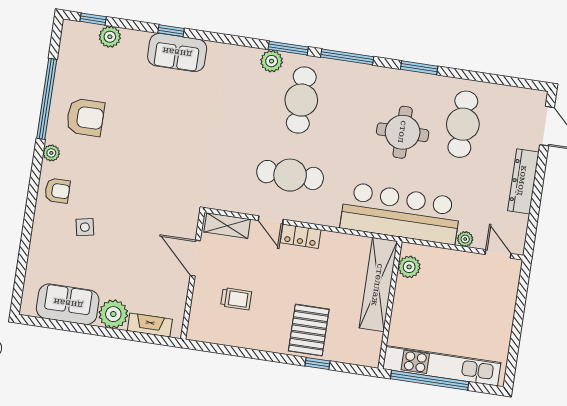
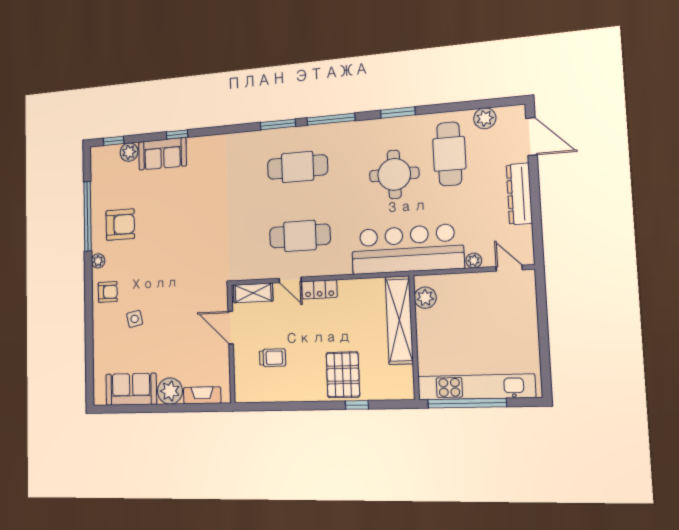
sofa: (177, 53) -> (162, 154), moved
plant: (272, 61) -> (485, 118), moved
cafe table: (301, 100) -> (298, 167), turned 90

